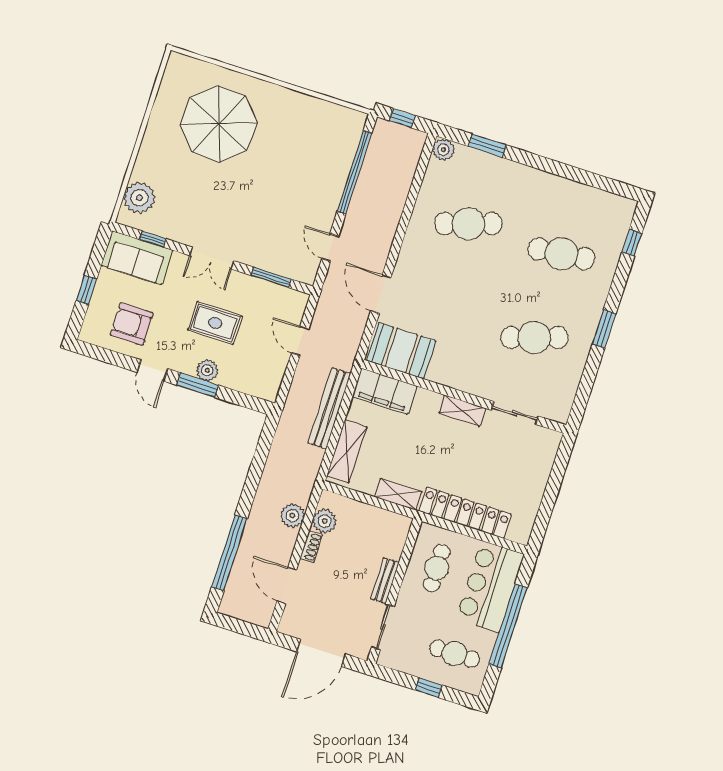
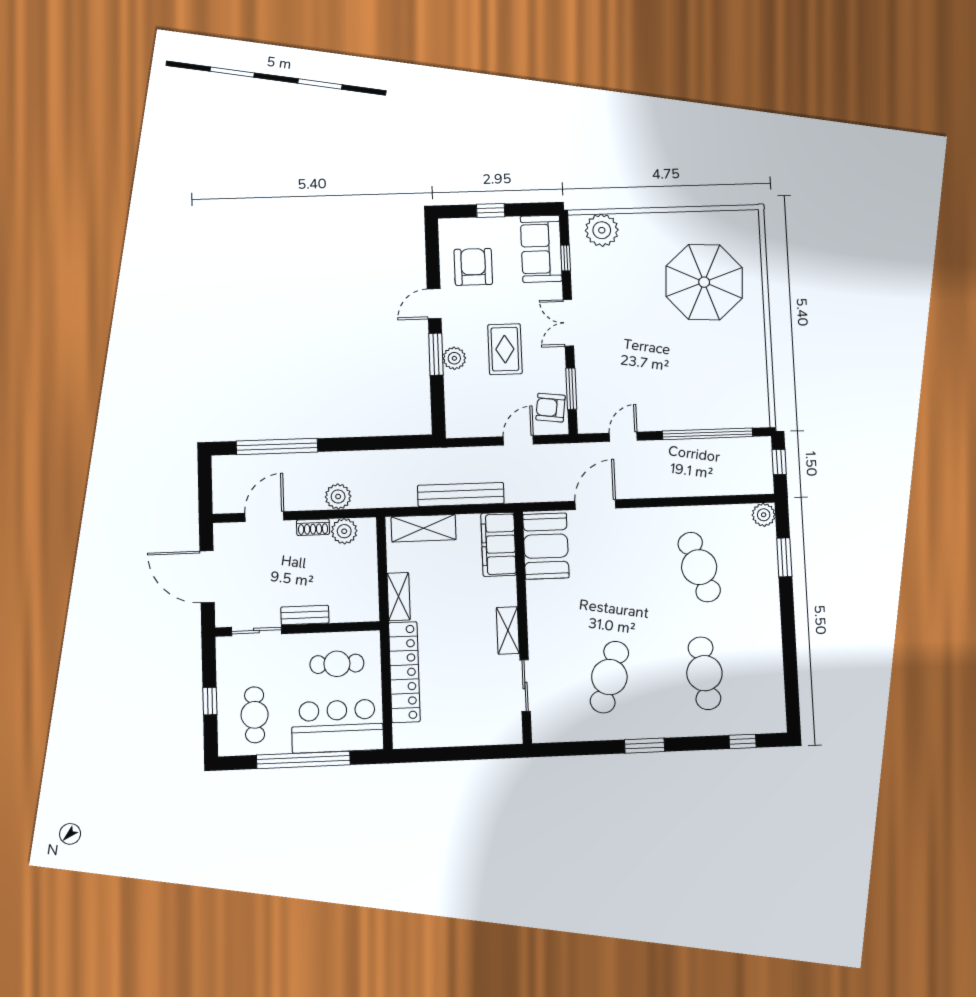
armchair: (281, 302) -> (551, 408), added
cafe table: (534, 337) -> (609, 677), turned 36

